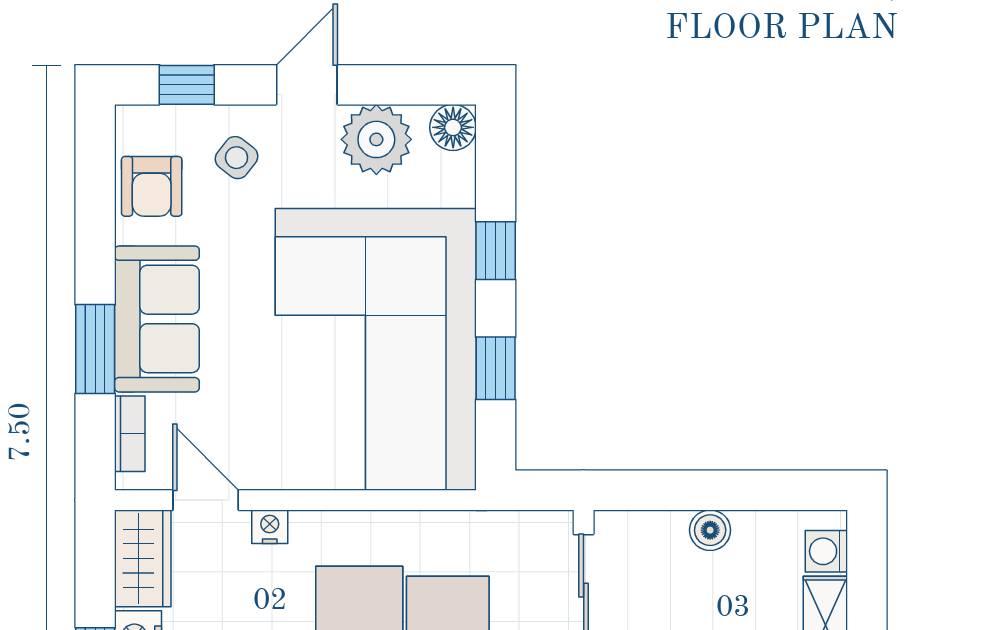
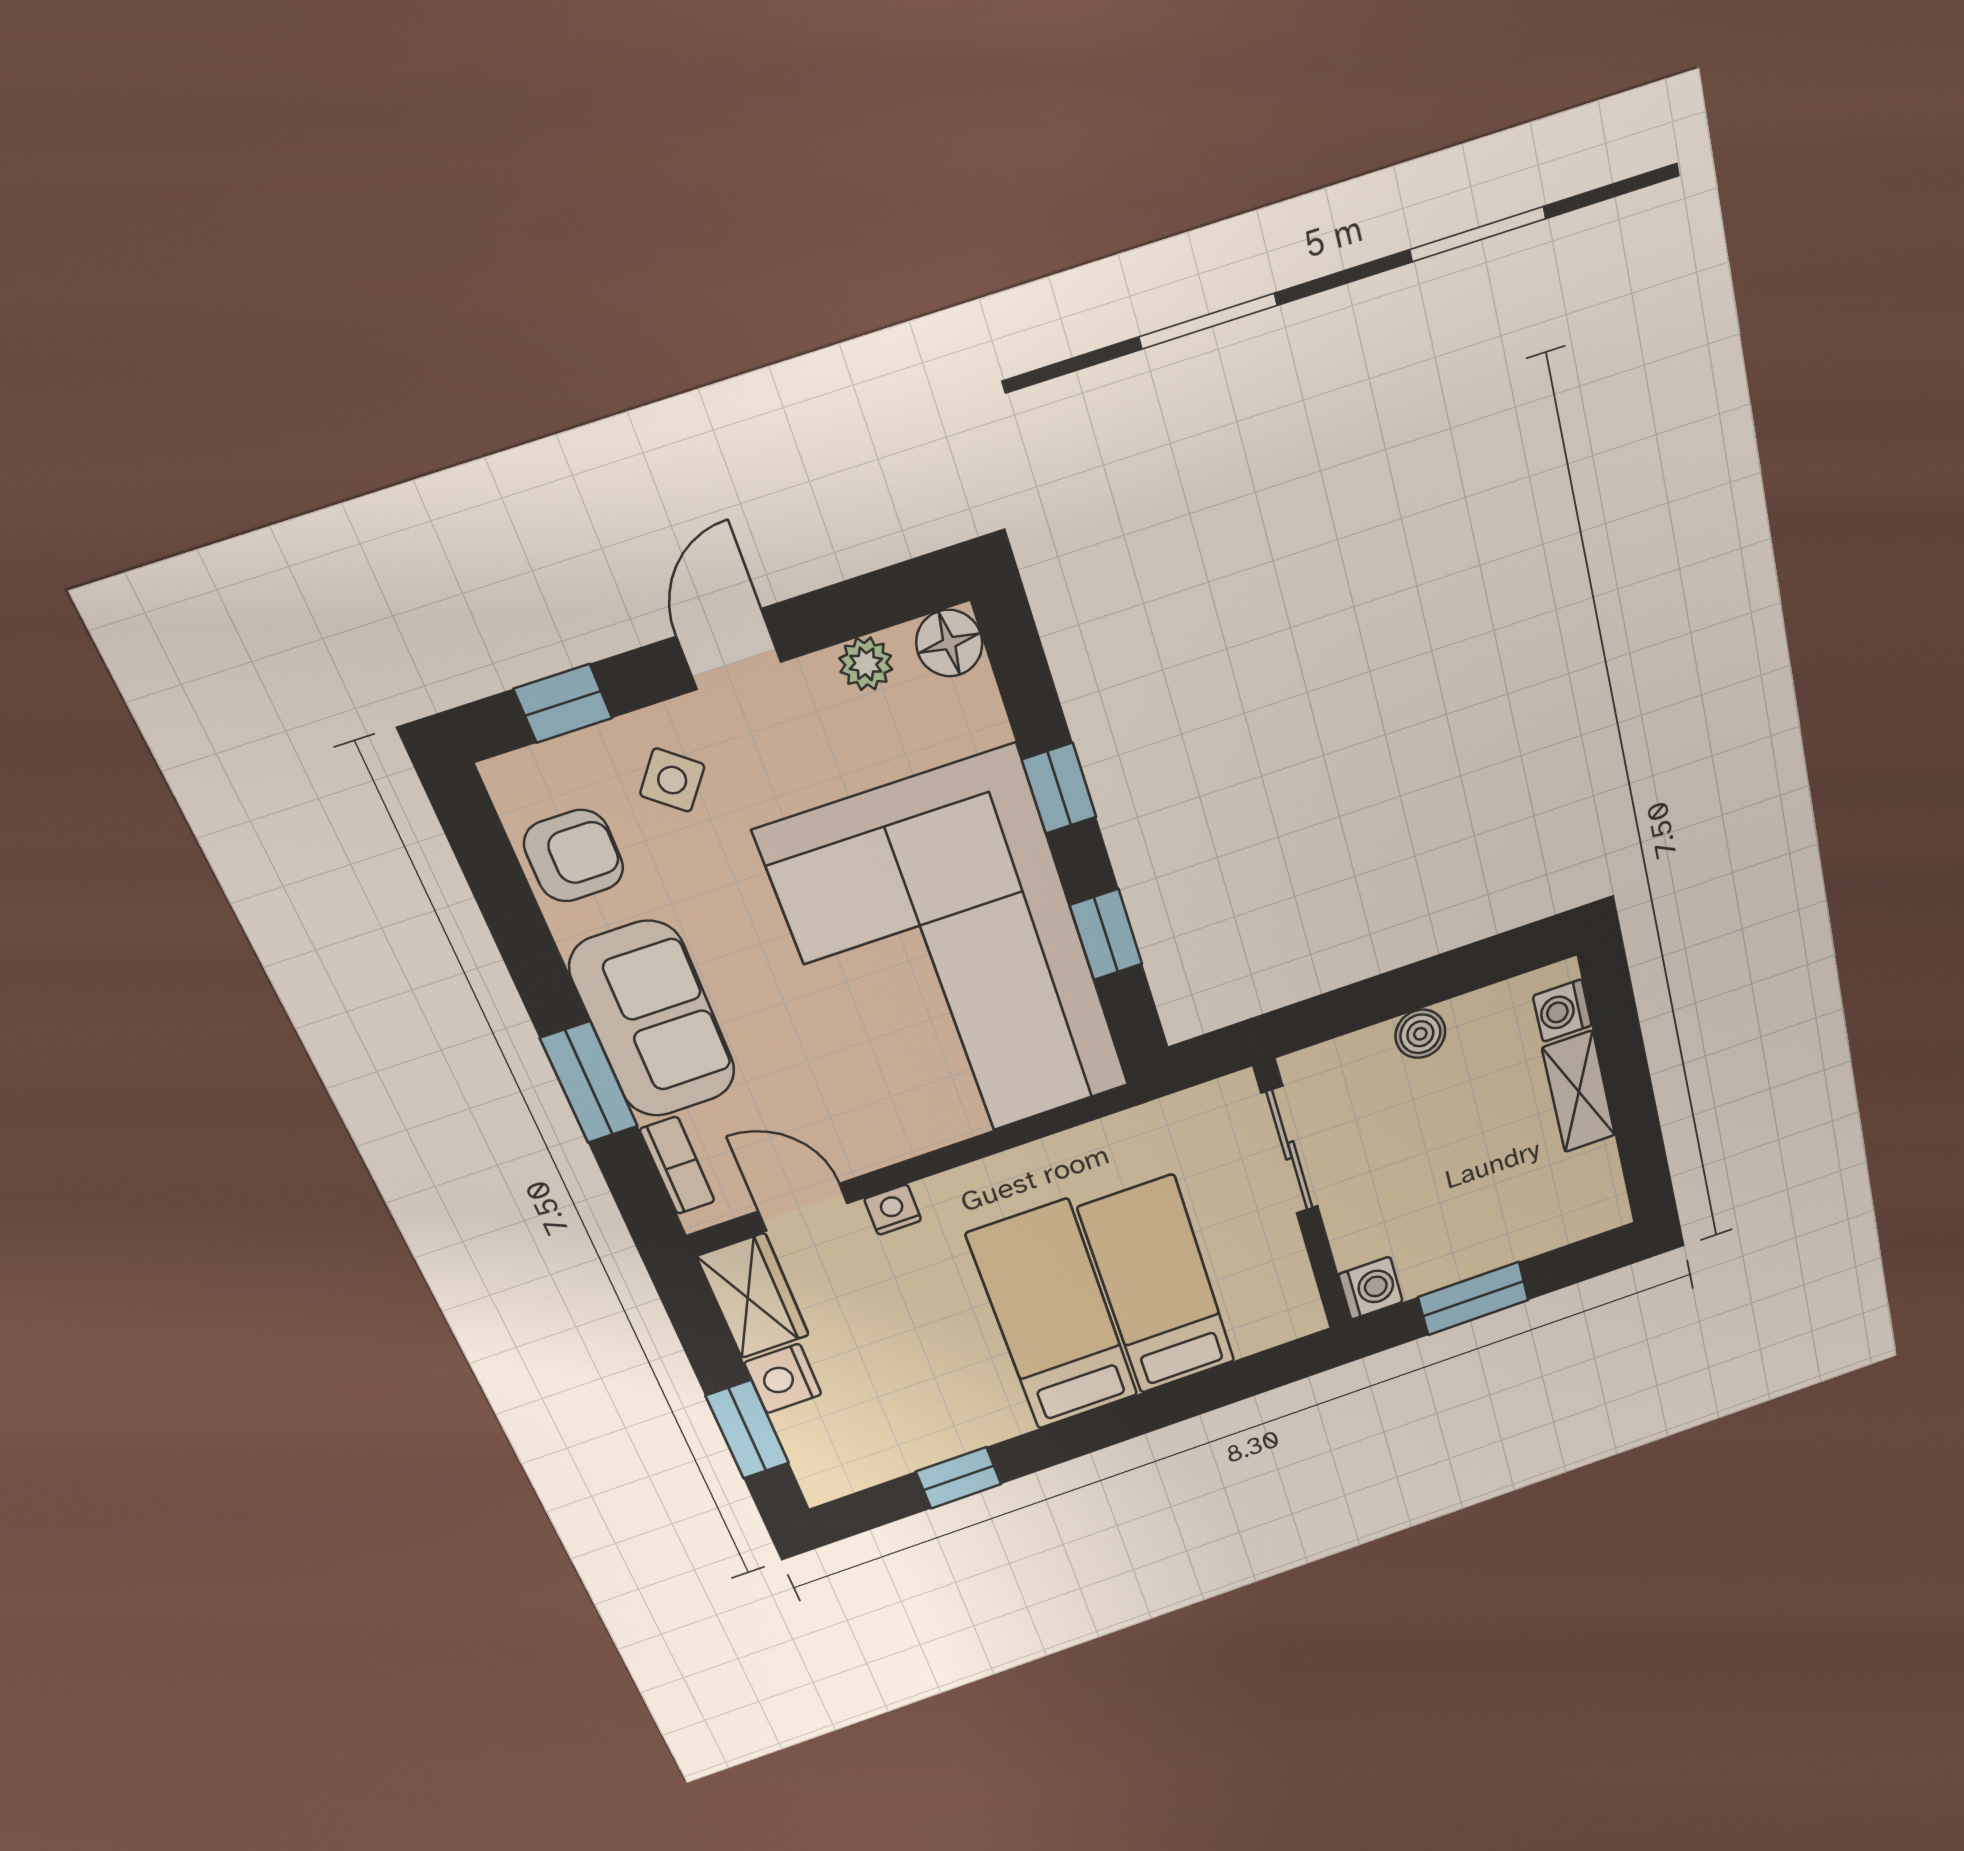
plant: (376, 139) -> (866, 664), width x0.53, depth x0.53
armchair: (152, 186) -> (574, 856), turned -90

